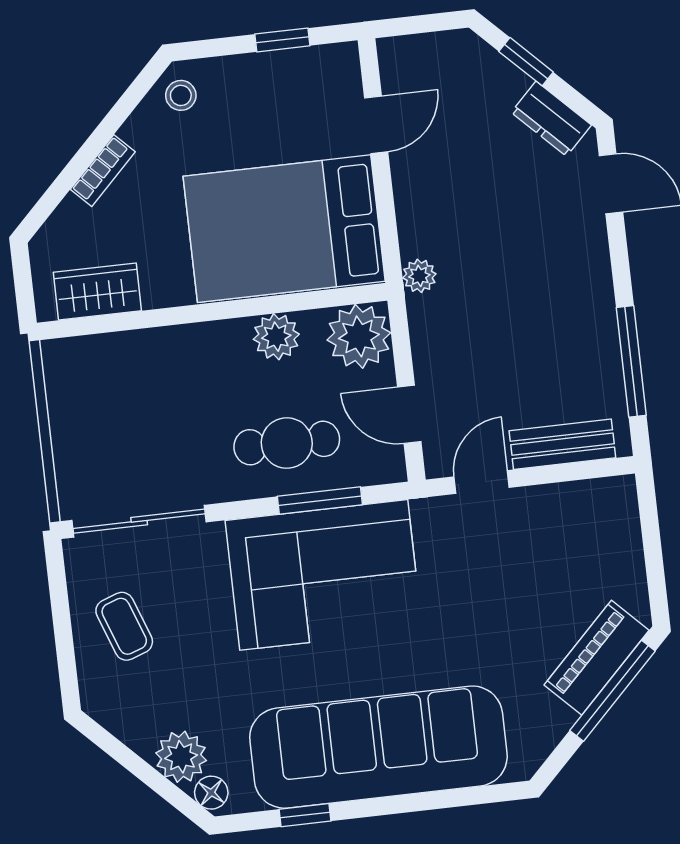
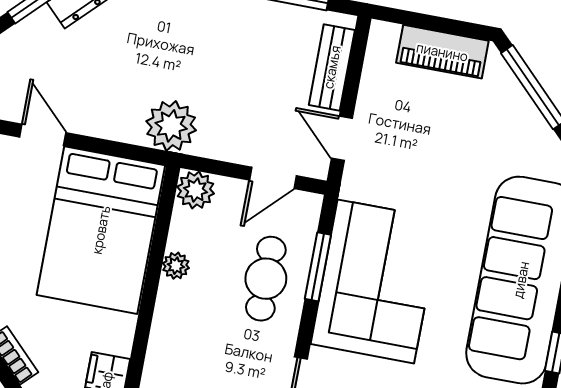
plant: (419, 276) -> (171, 126), width x1.87, depth x1.87
plant: (359, 336) -> (196, 190), width x0.73, depth x0.73
plant: (276, 337) -> (176, 266), width x0.73, depth x0.73
piano: (597, 658) -> (442, 52), moved, turned -45

